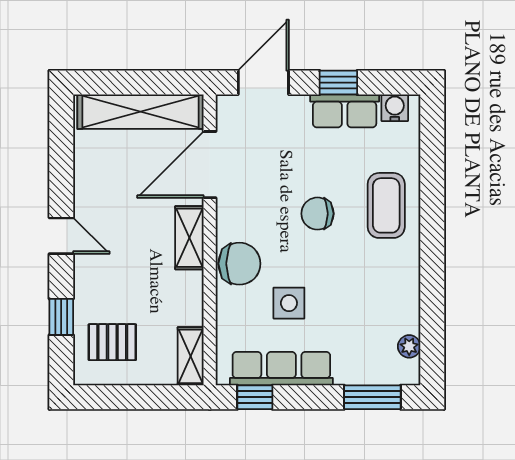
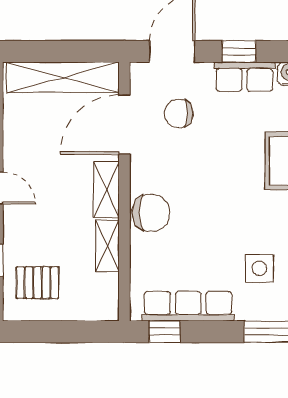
chair: (317, 214) -> (179, 113), moved
side table: (289, 303) -> (259, 268), moved
shelving: (191, 356) -> (107, 246), moved

